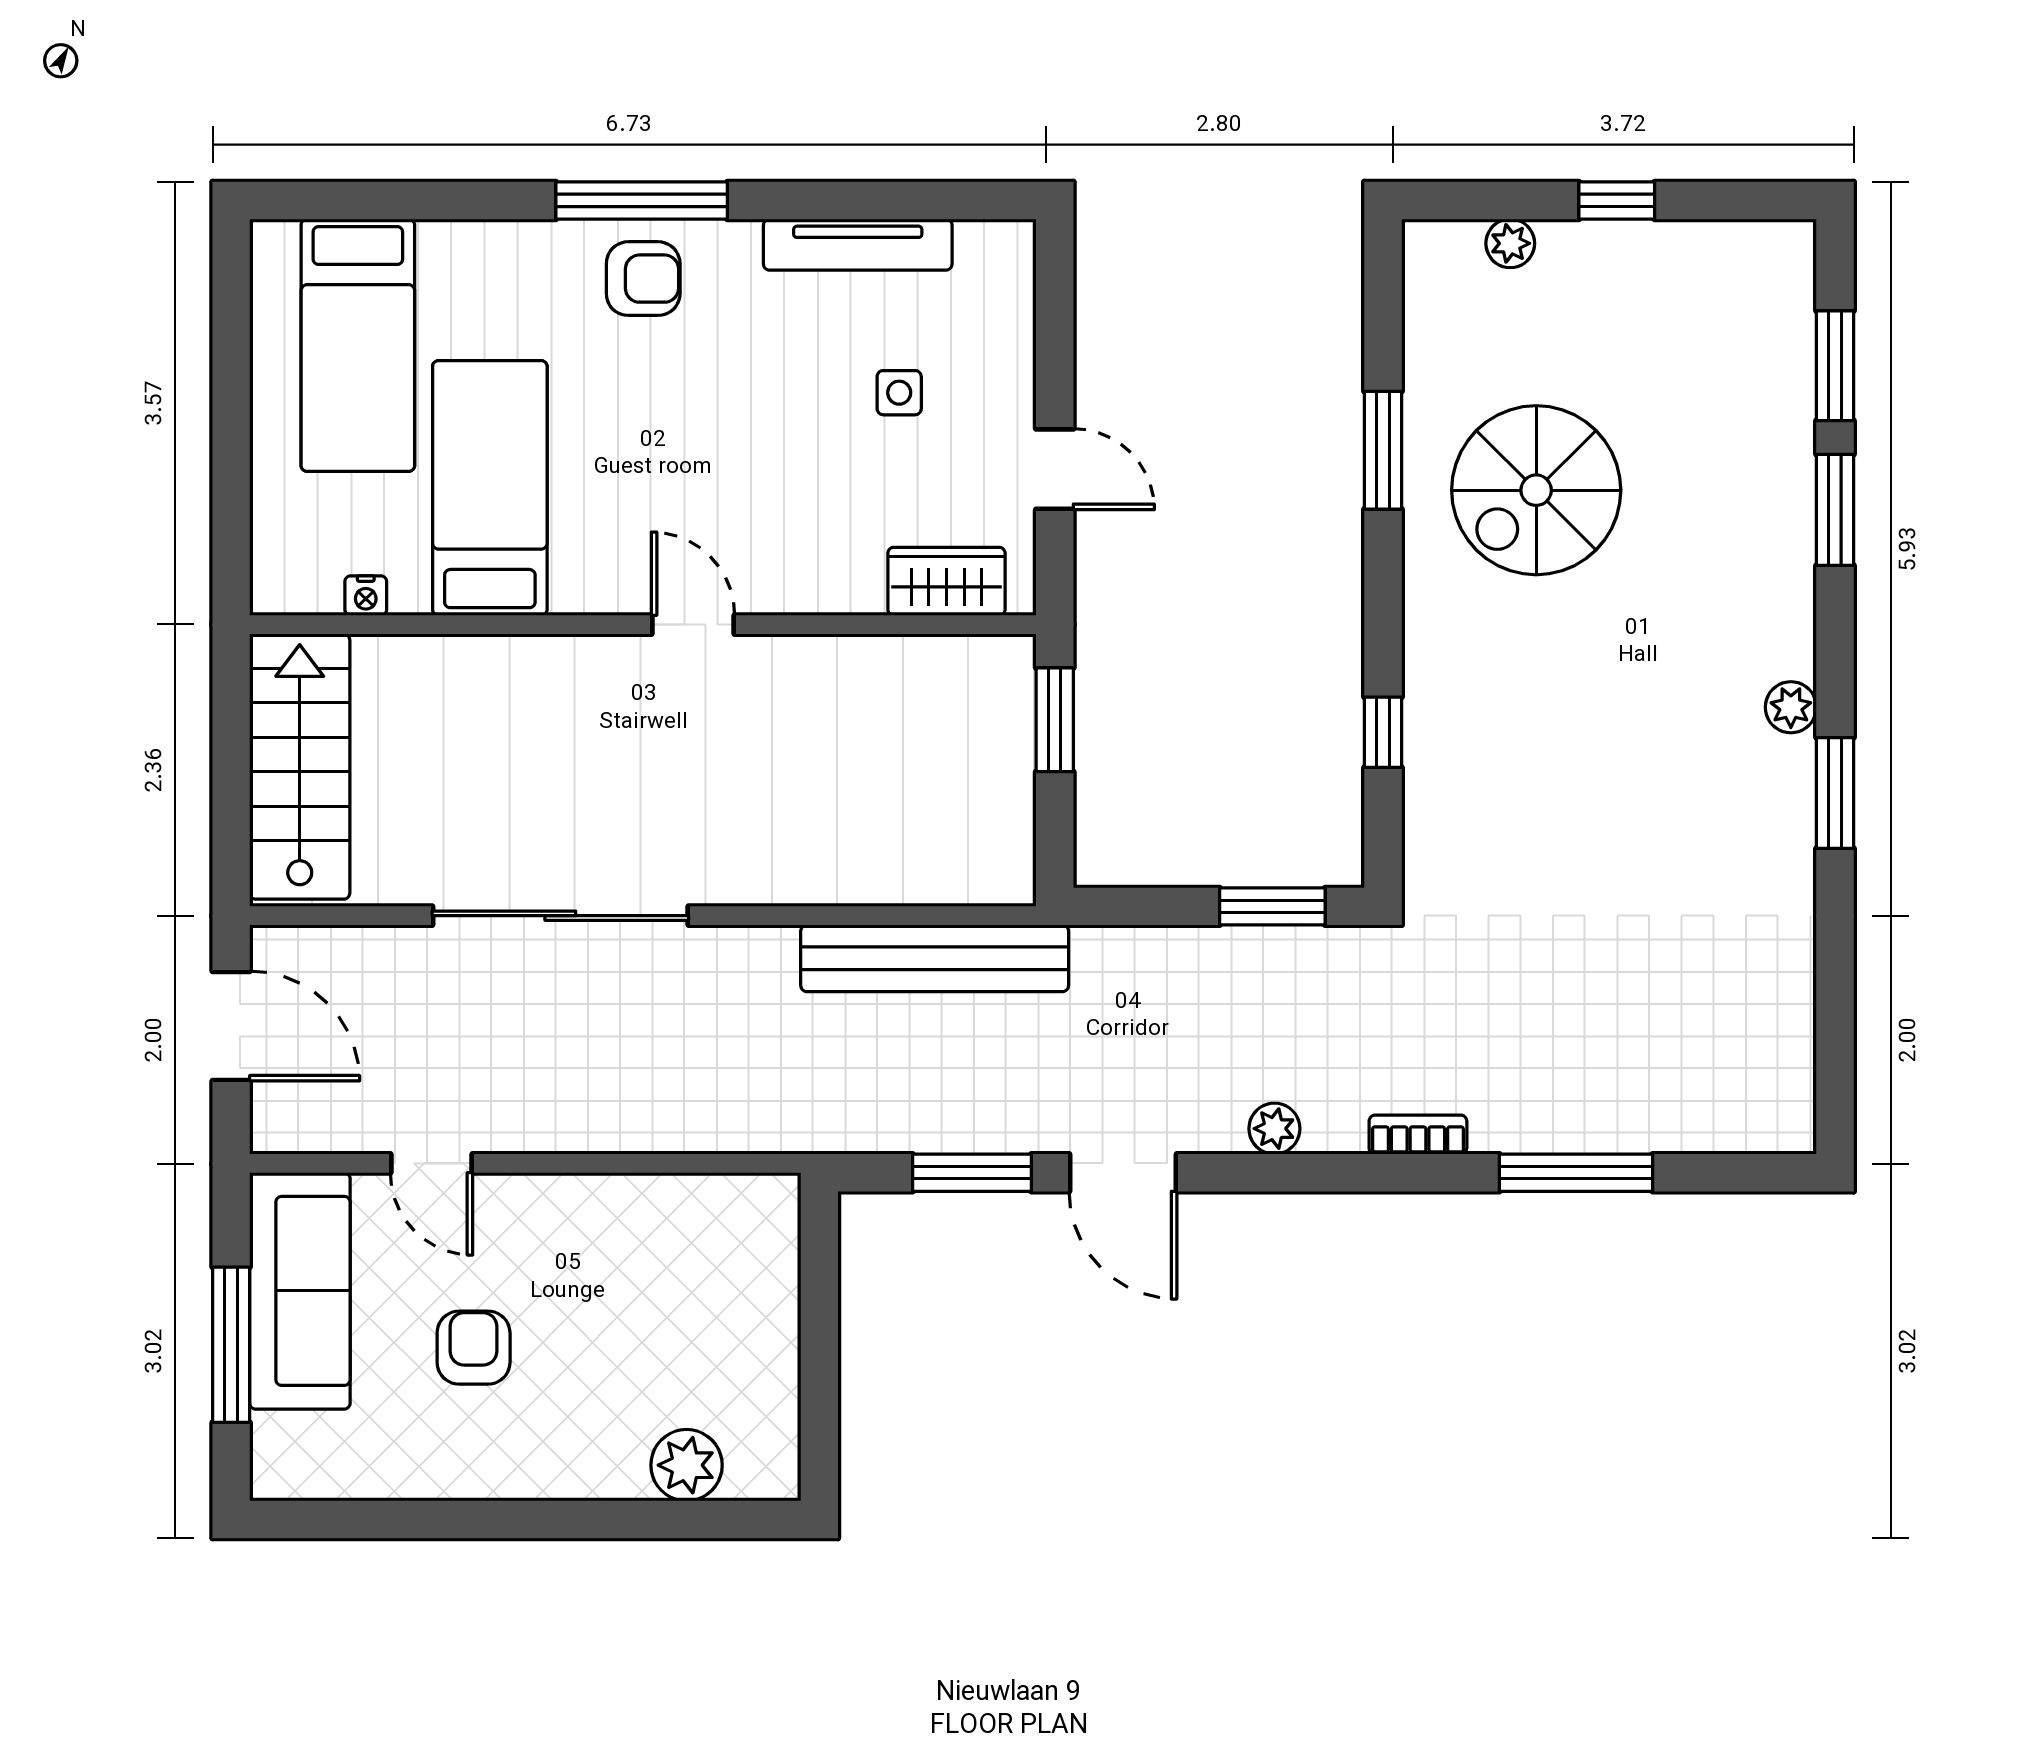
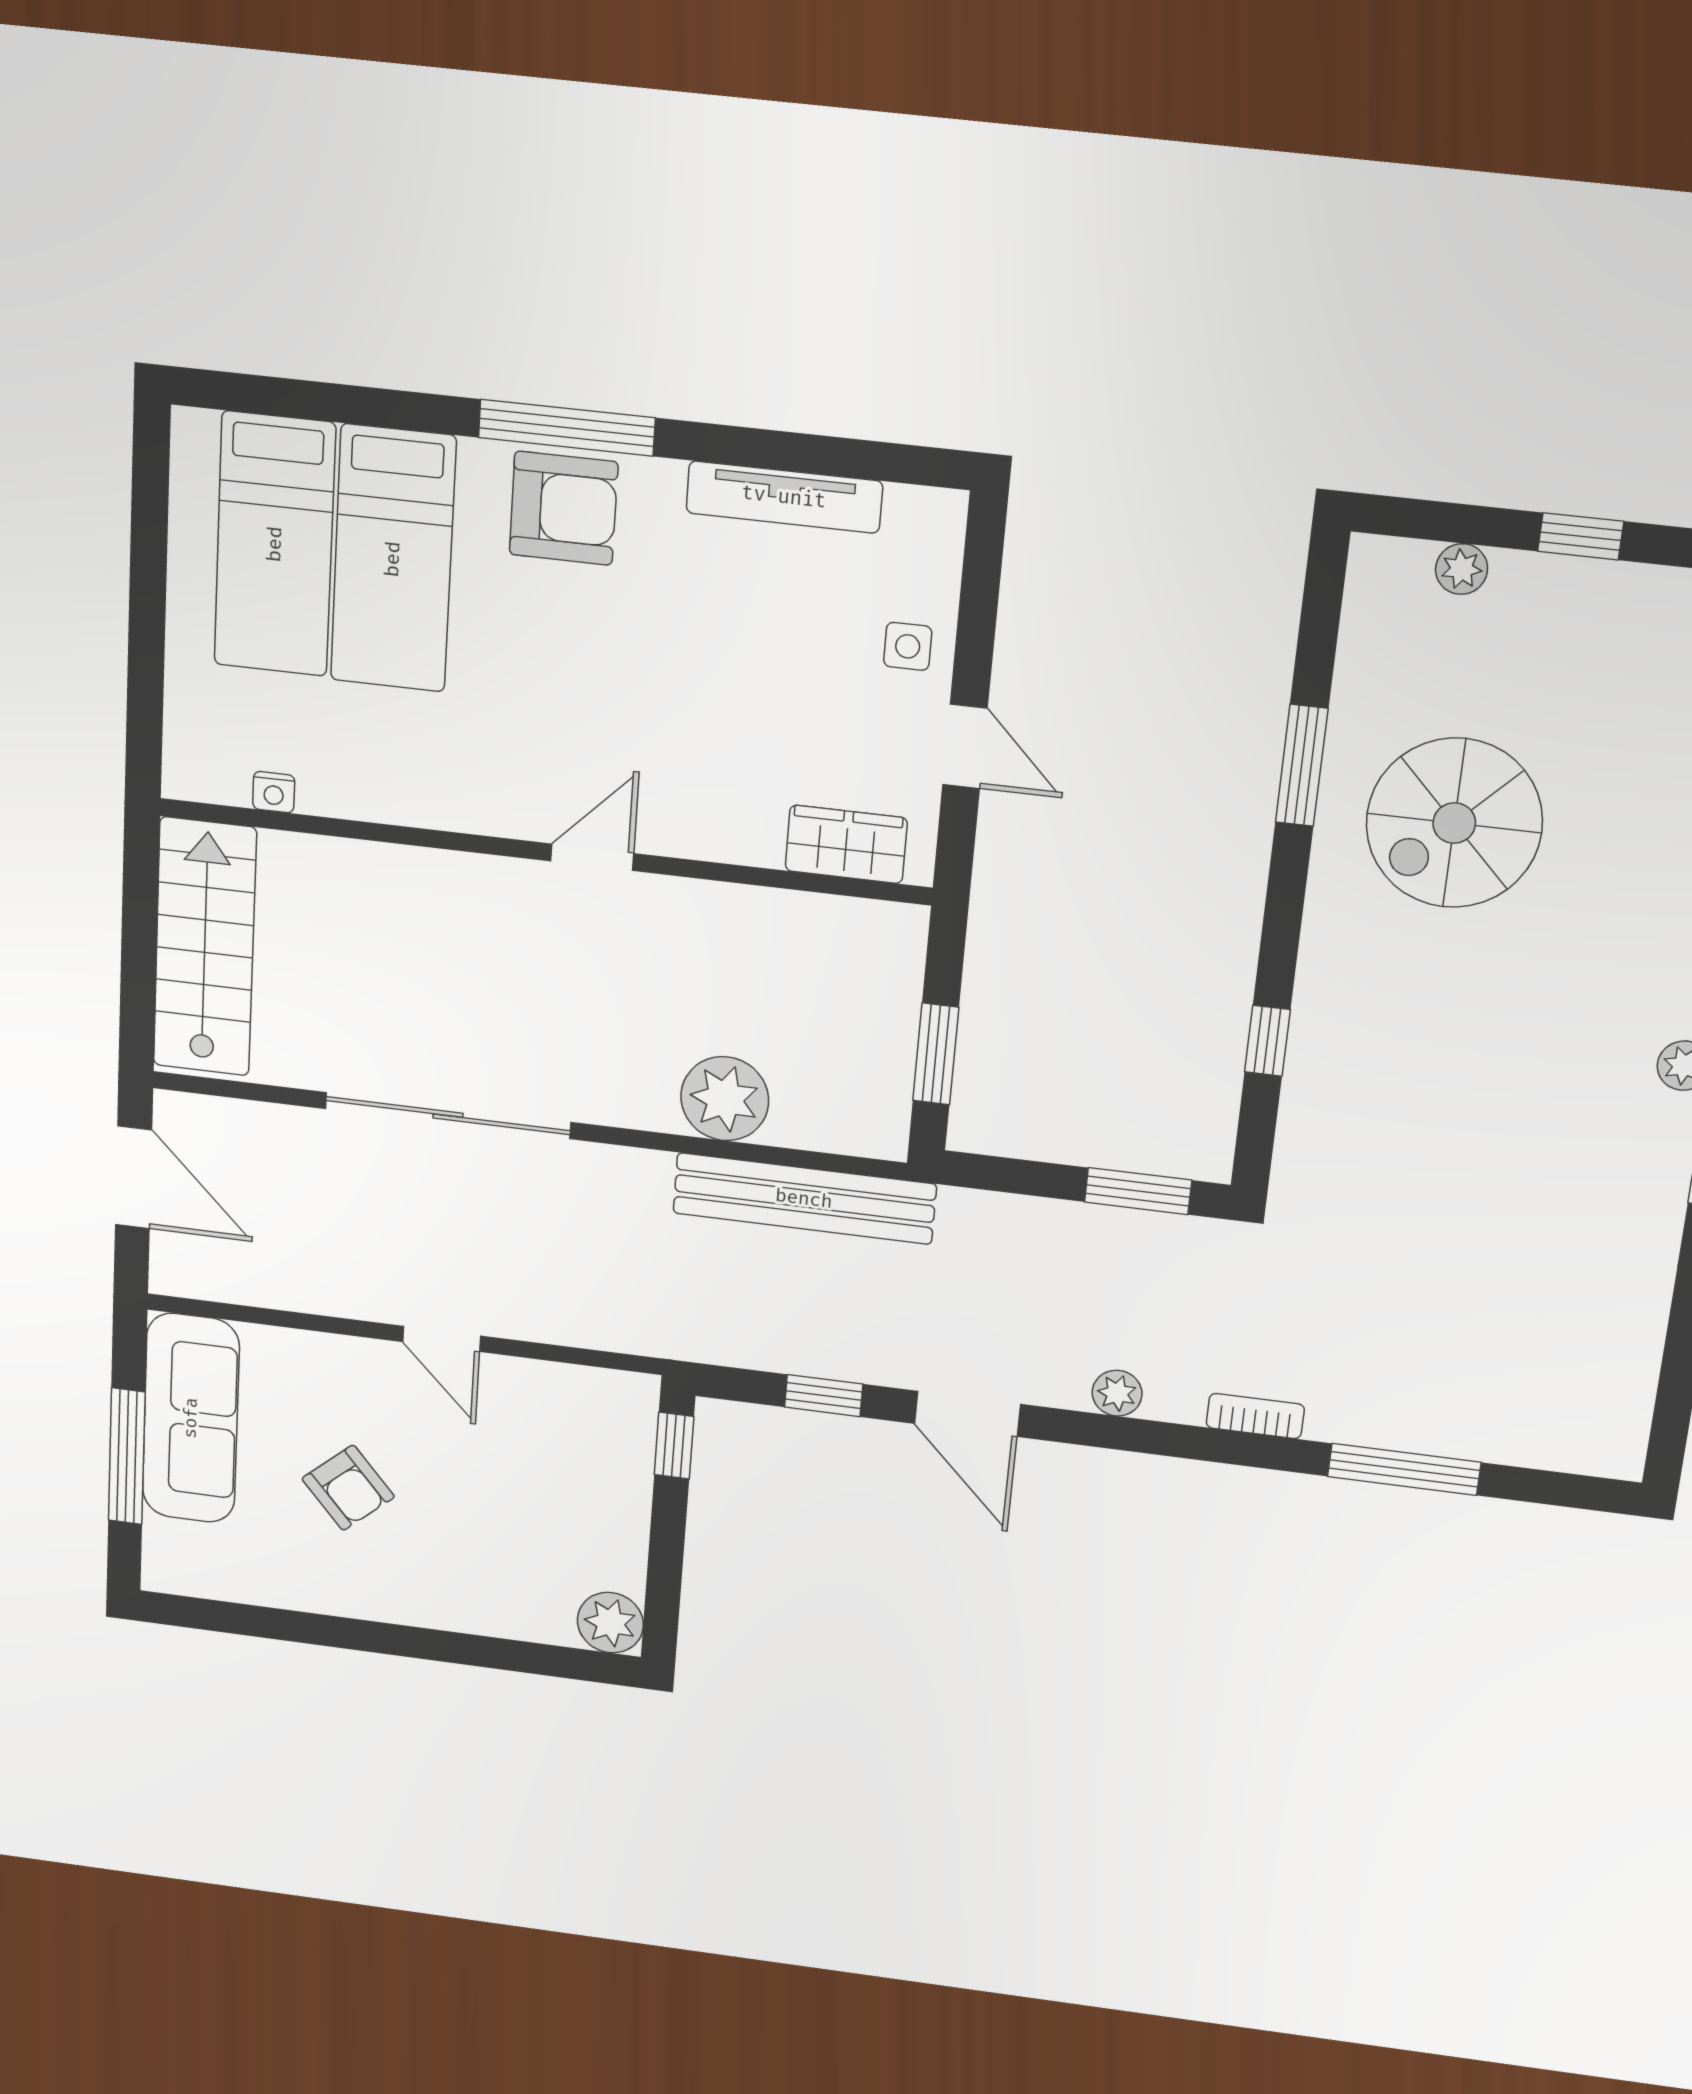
armchair: (643, 279) -> (564, 508), width x1.38, depth x1.38
side table: (899, 393) -> (908, 646), moved
bed: (490, 488) -> (393, 559), moved, turned 180
door: (693, 625) -> (592, 857), hinge flipped
window: (1055, 720) -> (936, 1054), moved
plant: (845, 861) -> (725, 1099), added
door: (432, 1163) -> (442, 1339), moved
window: (972, 1173) -> (824, 1396), width x0.67
window: (819, 1251) -> (674, 1446), added
armchair: (474, 1348) -> (348, 1488), turned 139
plant: (687, 1465) -> (610, 1623), moved

